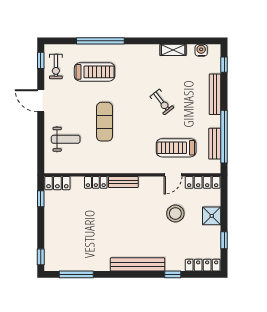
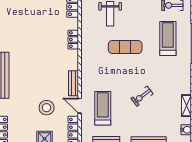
treadmill: (95, 72) -> (168, 38), turned 180
bench: (123, 182) -> (73, 83), moved

